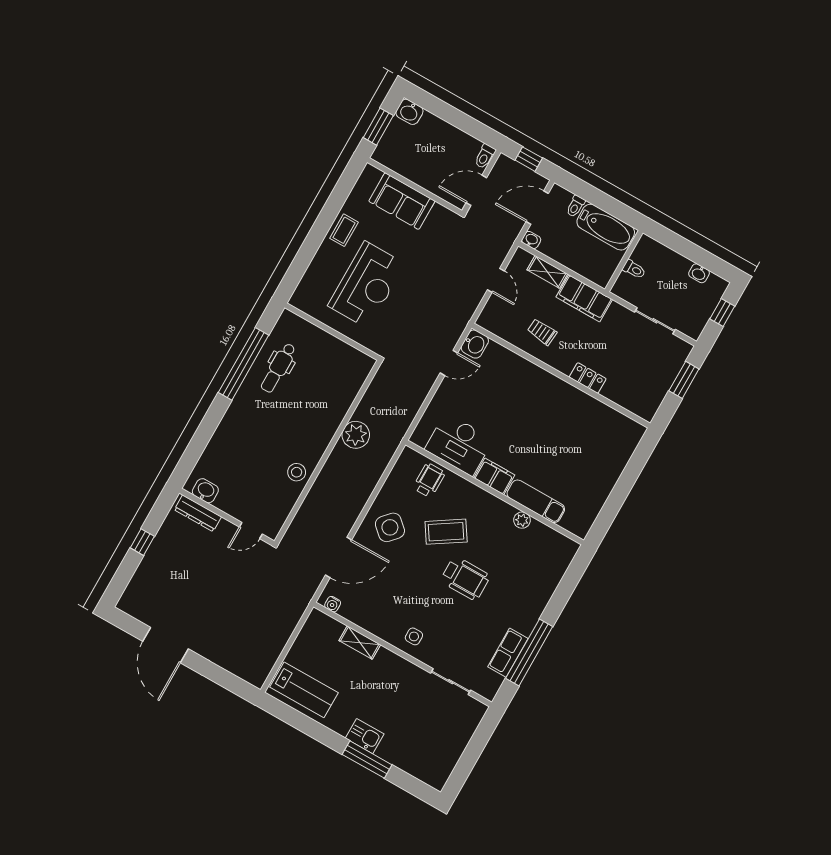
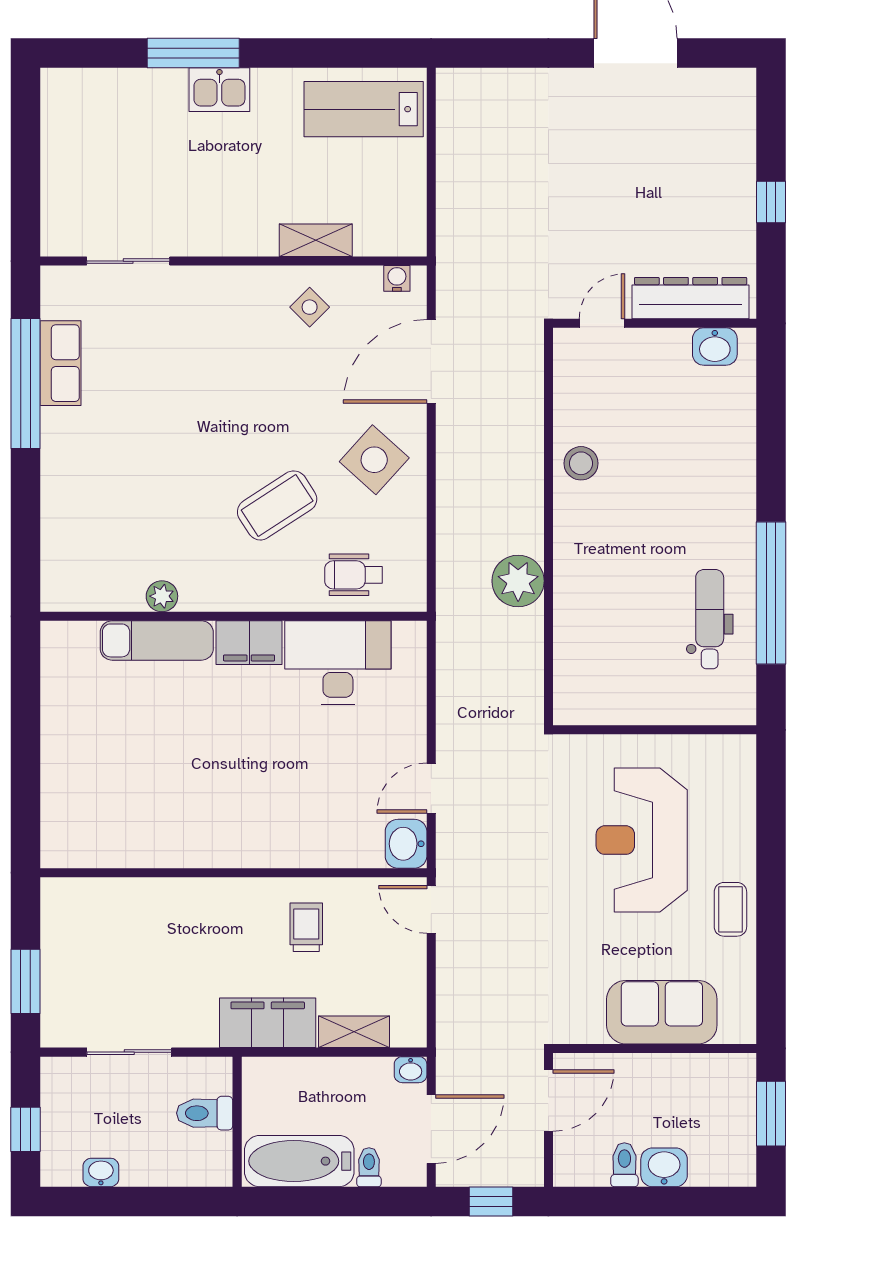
washbasin: (409, 112) -> (664, 1167), moved
toilet: (485, 156) -> (624, 1165), moved
toilet: (634, 269) -> (205, 1113), width x1.37, depth x1.39
door: (496, 280) -> (431, 909), moved
trolley: (542, 332) -> (306, 927), turned -95
locker: (588, 378) -> (187, 894), removed
wheelchair: (429, 480) -> (354, 575), turned 90
dresser: (198, 513) -> (691, 298), width x1.37, depth x1.24
wheelchair: (465, 578) -> (201, 446), removed
side table: (414, 636) -> (310, 307), moved, turned 45

